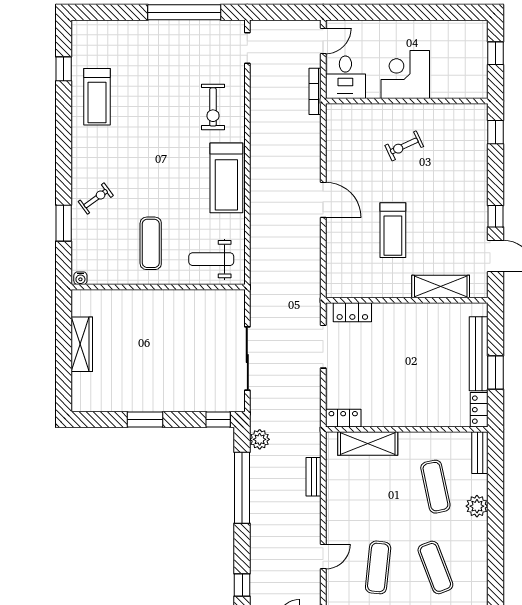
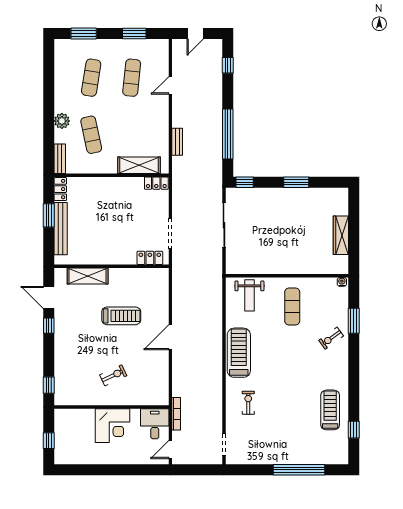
window: (184, 12) -> (299, 470), moved
exercise bike: (213, 107) -> (248, 403), width x0.73, depth x0.72
door: (323, 200) -> (170, 337), hinge flipped
treadmill: (393, 230) -> (121, 316), turned 90
weight bench: (211, 259) -> (249, 295), turned 90
plant: (260, 439) -> (215, 168), removed
exercise mat: (435, 567) -> (91, 78), turned 30

